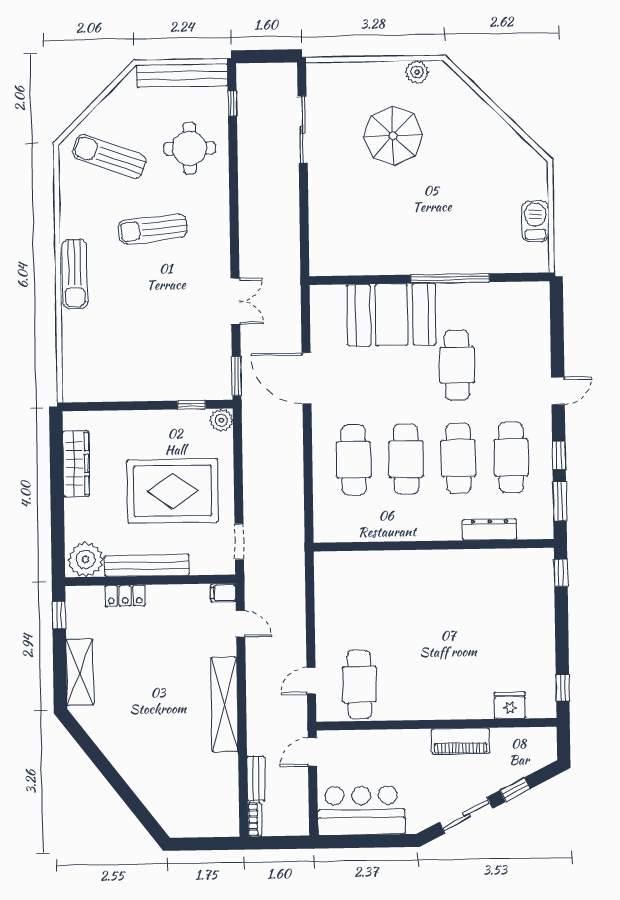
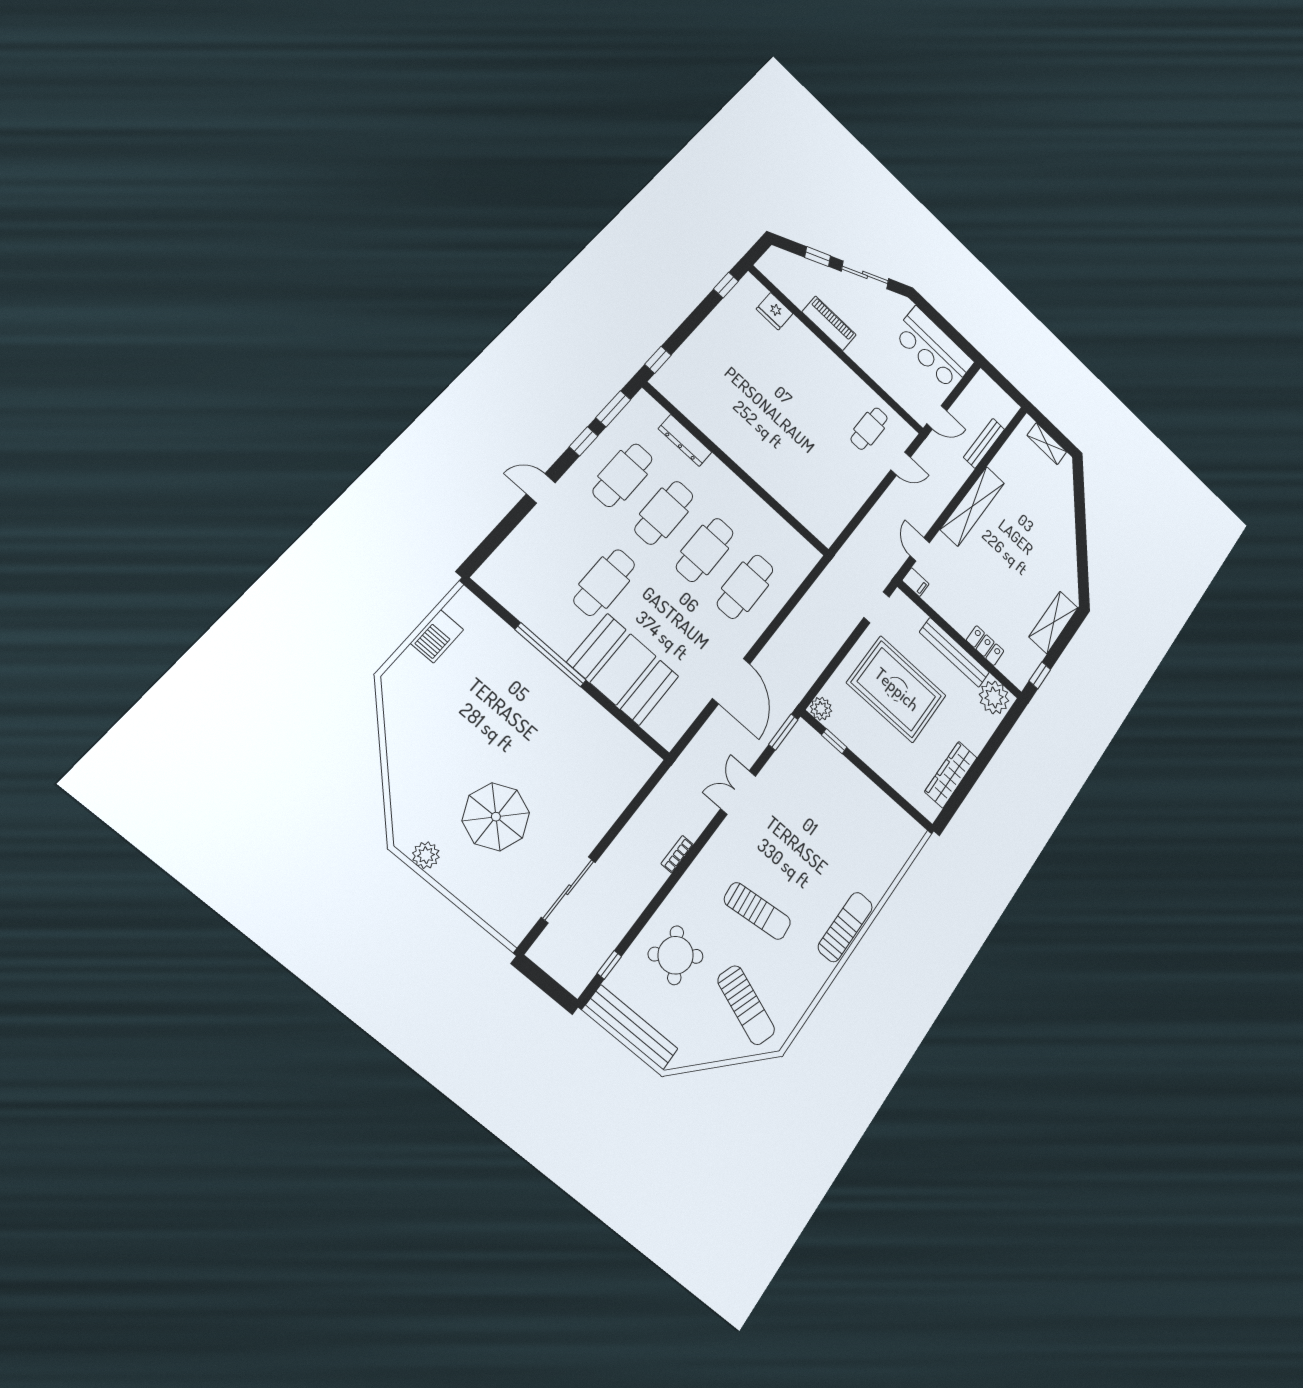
round table: (190, 148) -> (676, 955), turned -35
cafe table: (359, 684) -> (869, 429), width x0.73, depth x0.74
bench: (256, 779) -> (984, 443), width x1.36
bookcase: (255, 820) -> (677, 854), moved
shelving: (201, 827) -> (1047, 444), added

